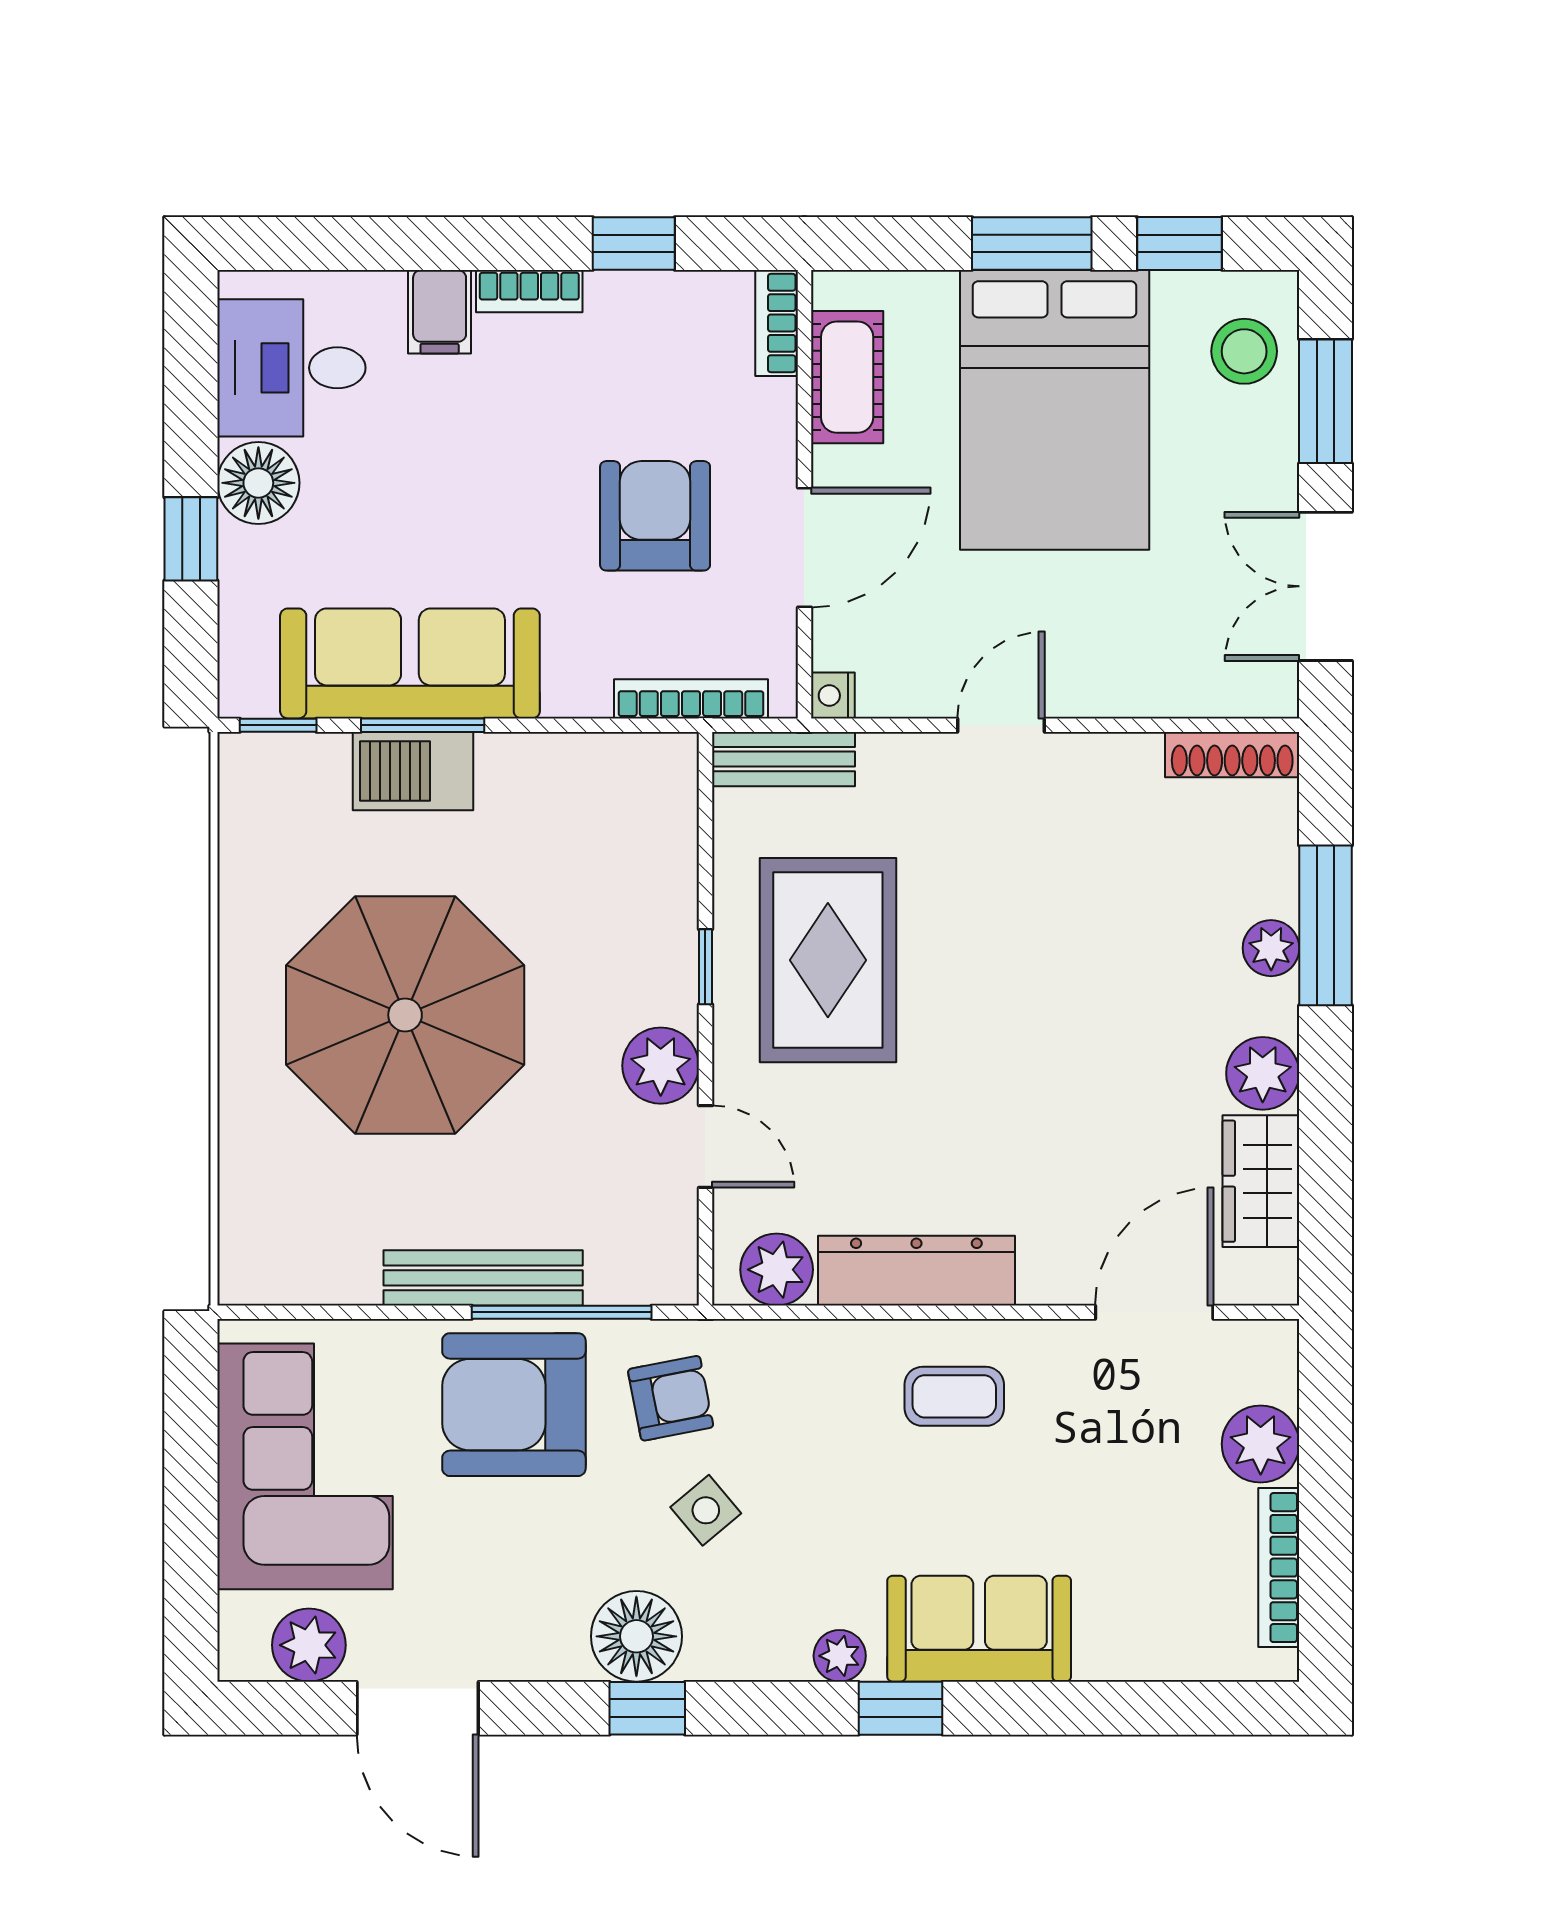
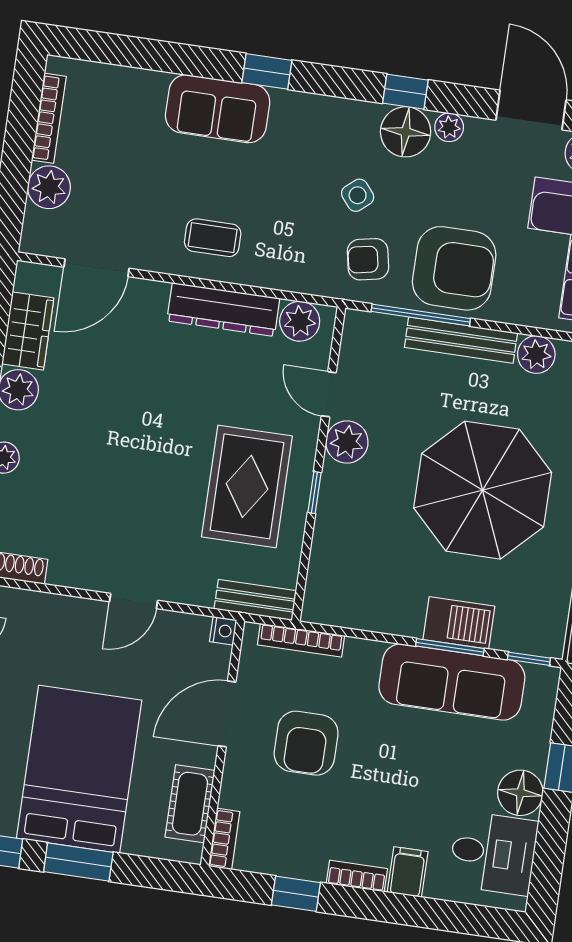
plant: (344, 1272) -> (536, 355), added
plant: (840, 1656) -> (449, 127), moved

